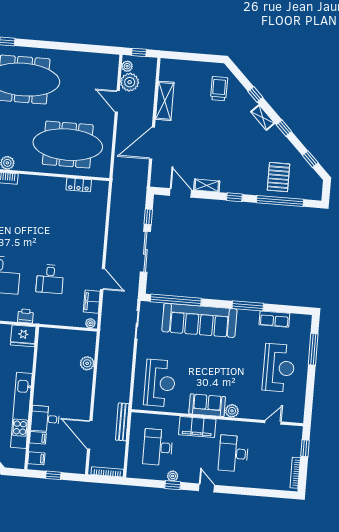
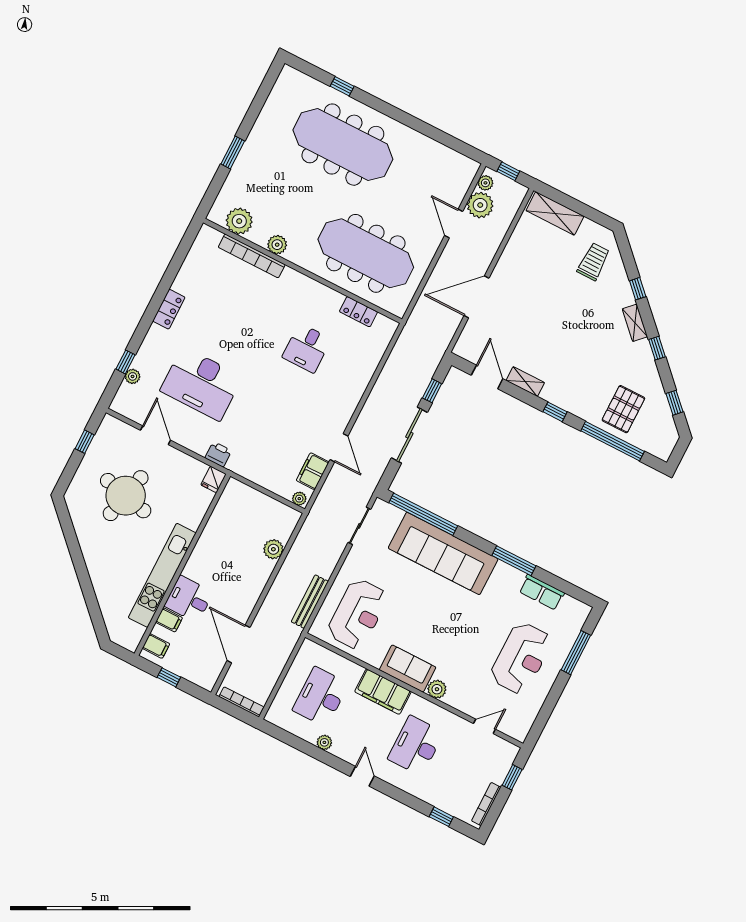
shelving: (165, 101) -> (555, 213), moved, turned 90
desk: (50, 279) -> (307, 348), moved
fridge: (23, 336) -> (214, 479), width x0.53, depth x0.75
bench: (122, 422) -> (310, 602), moved
window: (173, 485) -> (441, 817), moved

